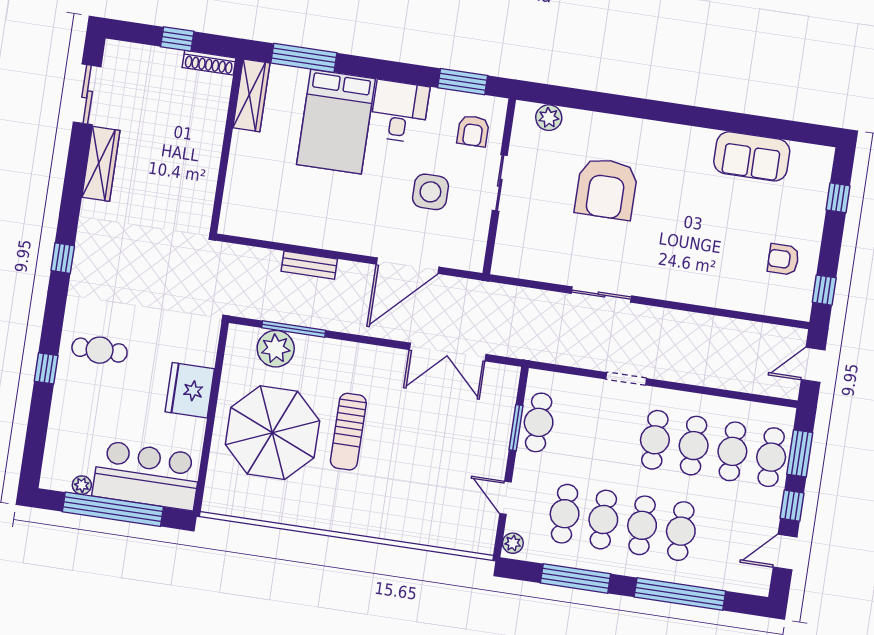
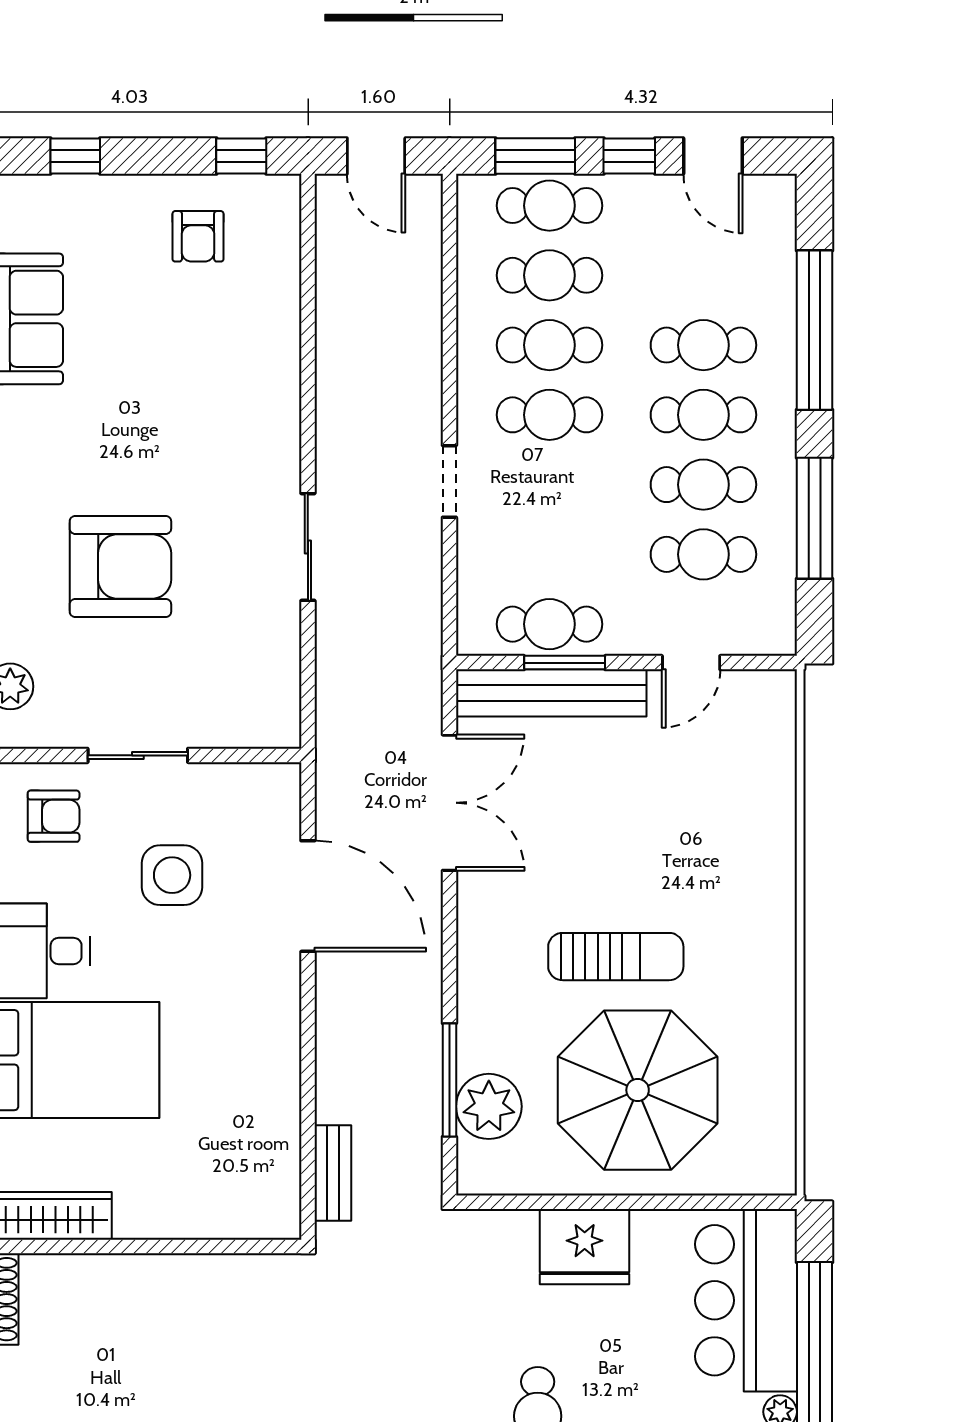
bench: (309, 265) -> (333, 1173), moved
bench: (500, 418) -> (551, 693), added
plant: (513, 543) -> (769, 638), removed

